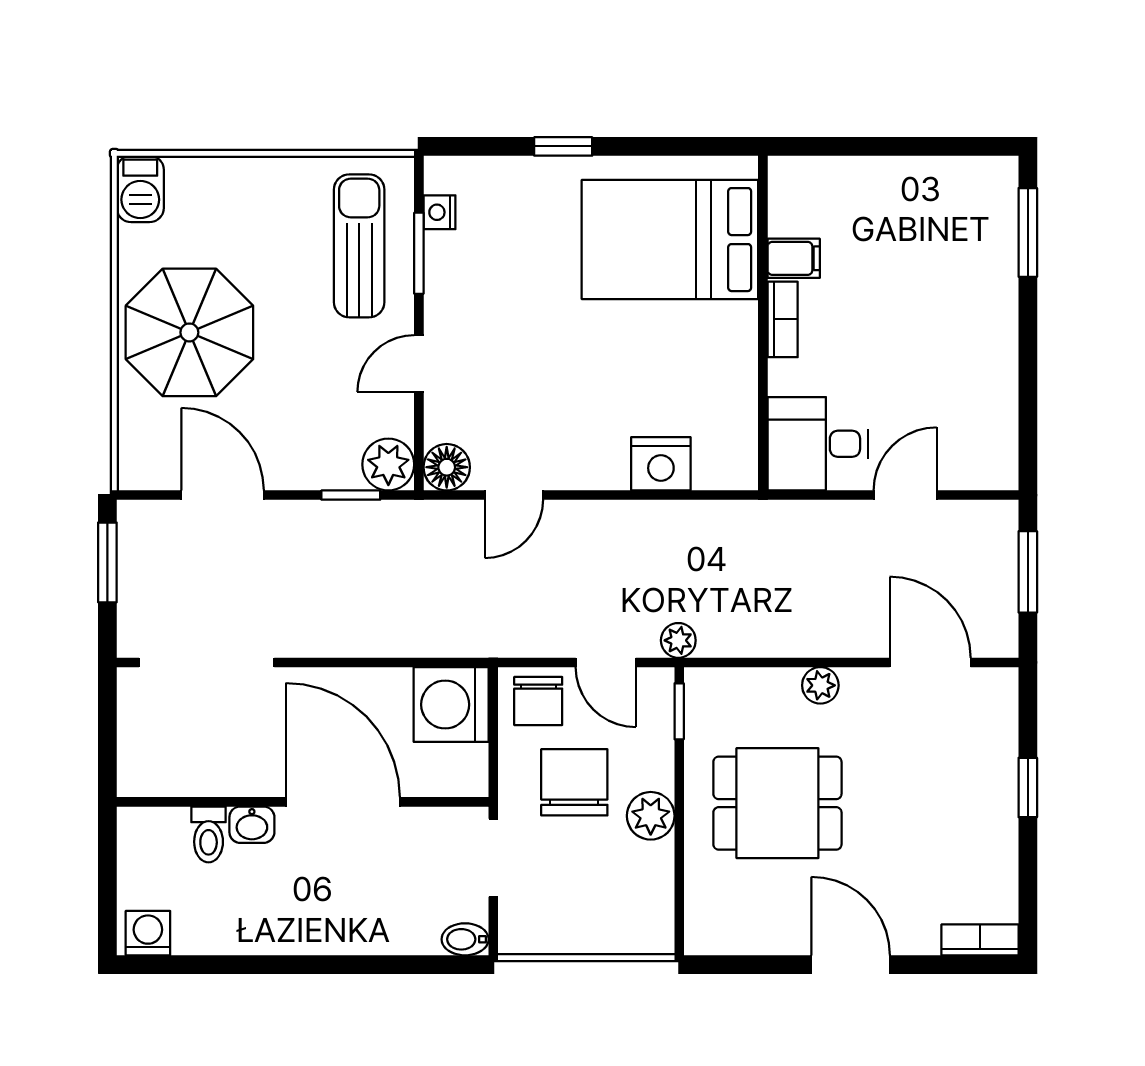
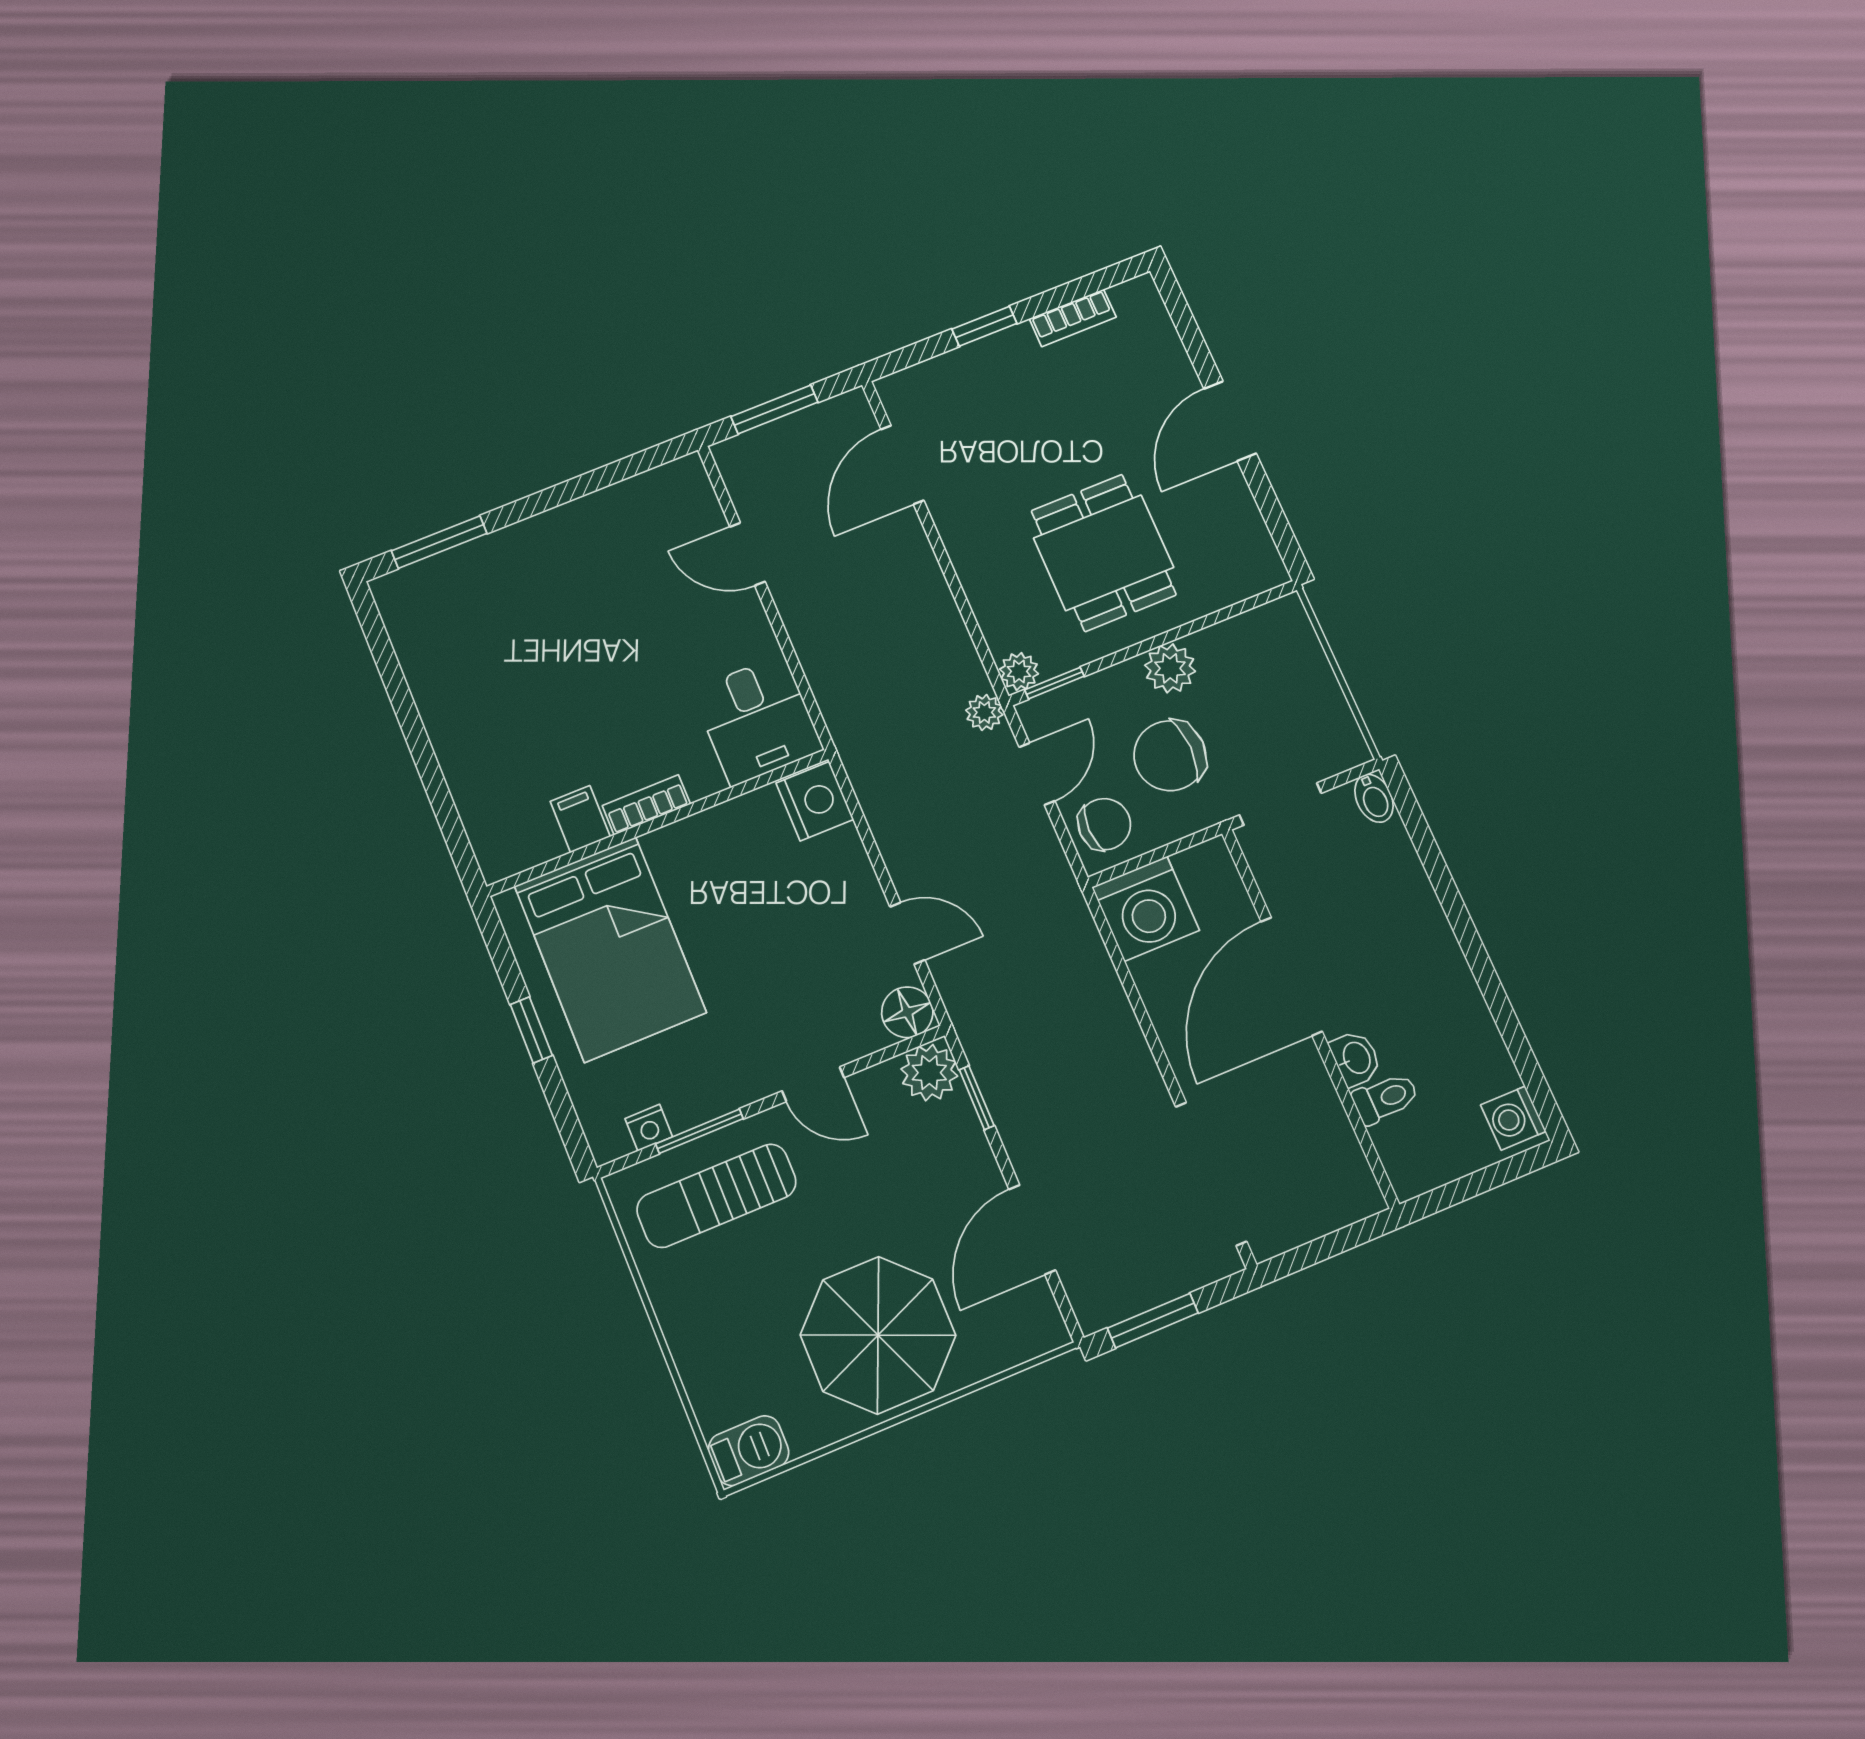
bed: (670, 240) -> (610, 949), moved
filing cabinet: (794, 258) -> (580, 819), moved
bookcase: (783, 319) -> (646, 805), moved
wall: (763, 323) -> (658, 823), moved
desk: (818, 444) -> (757, 720), moved
plant: (820, 685) -> (1019, 671), moved
bookcase: (980, 940) -> (1073, 318), moved, turned -90

